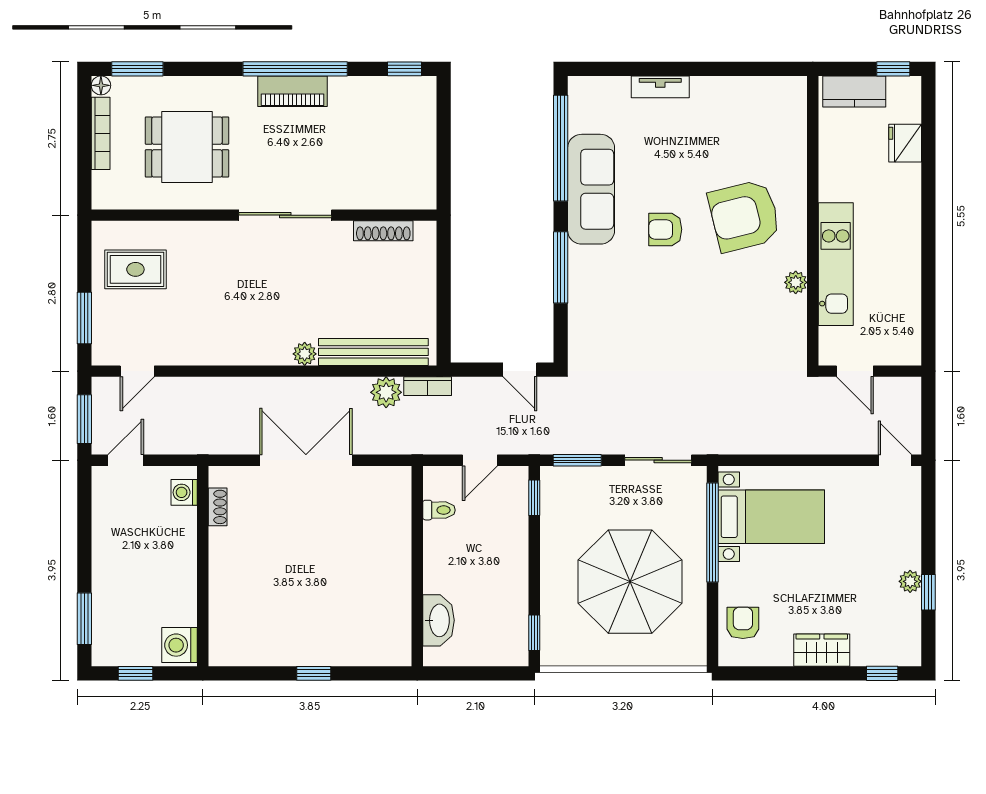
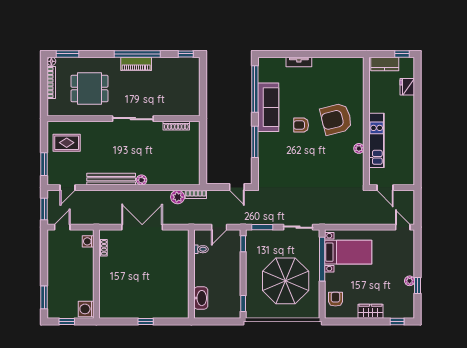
bench: (373, 352) -> (111, 179), moved

